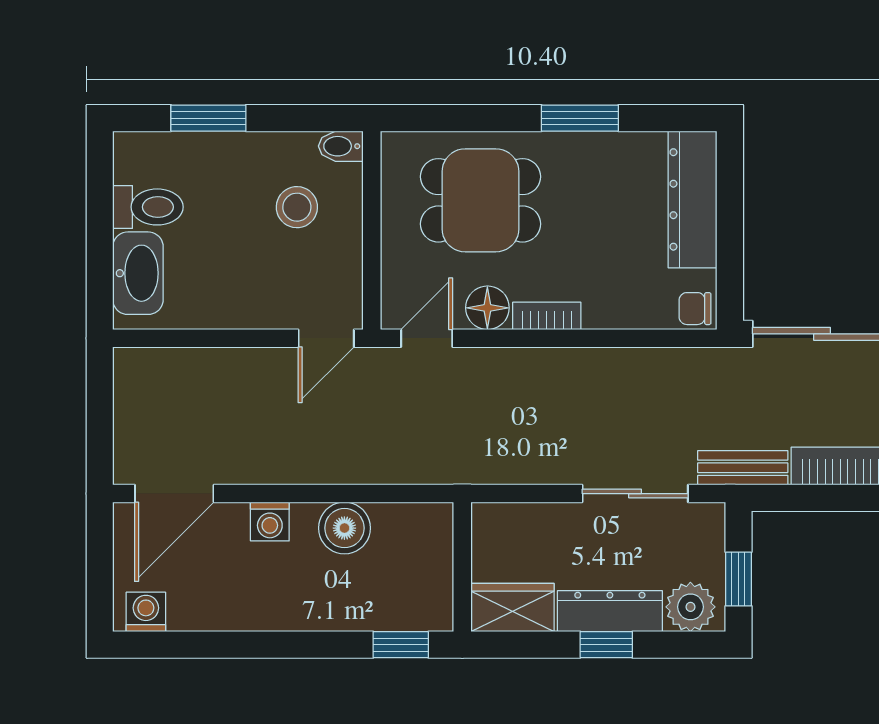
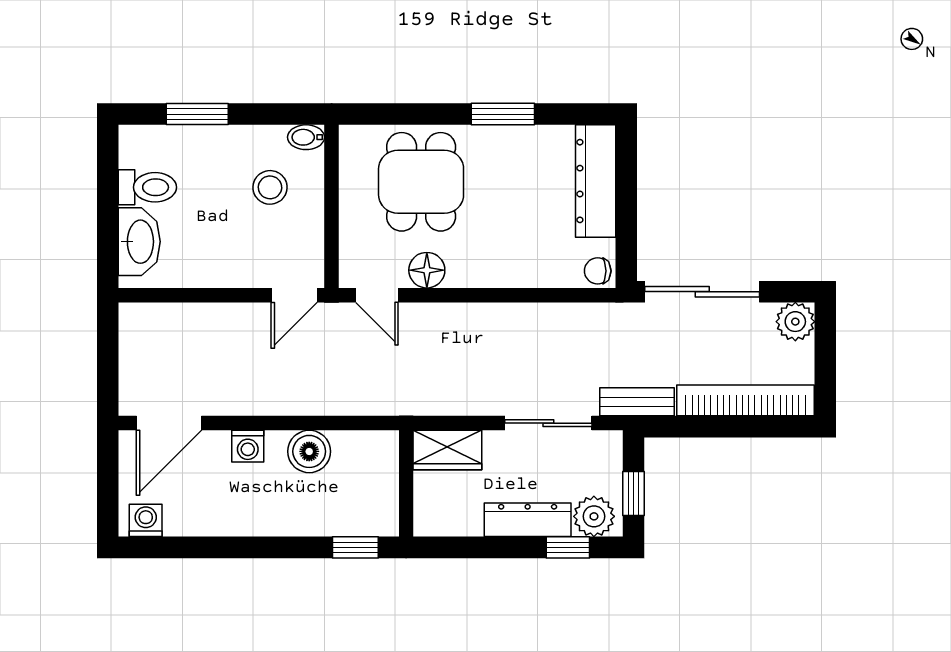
dining table: (480, 200) -> (421, 182), turned 90
bookcase: (547, 316) -> (476, 277), removed
door: (427, 338) -> (377, 295), swing flipped
wardrobe: (512, 608) -> (447, 450), moved, turned 180
window: (606, 645) -> (568, 547), moved

